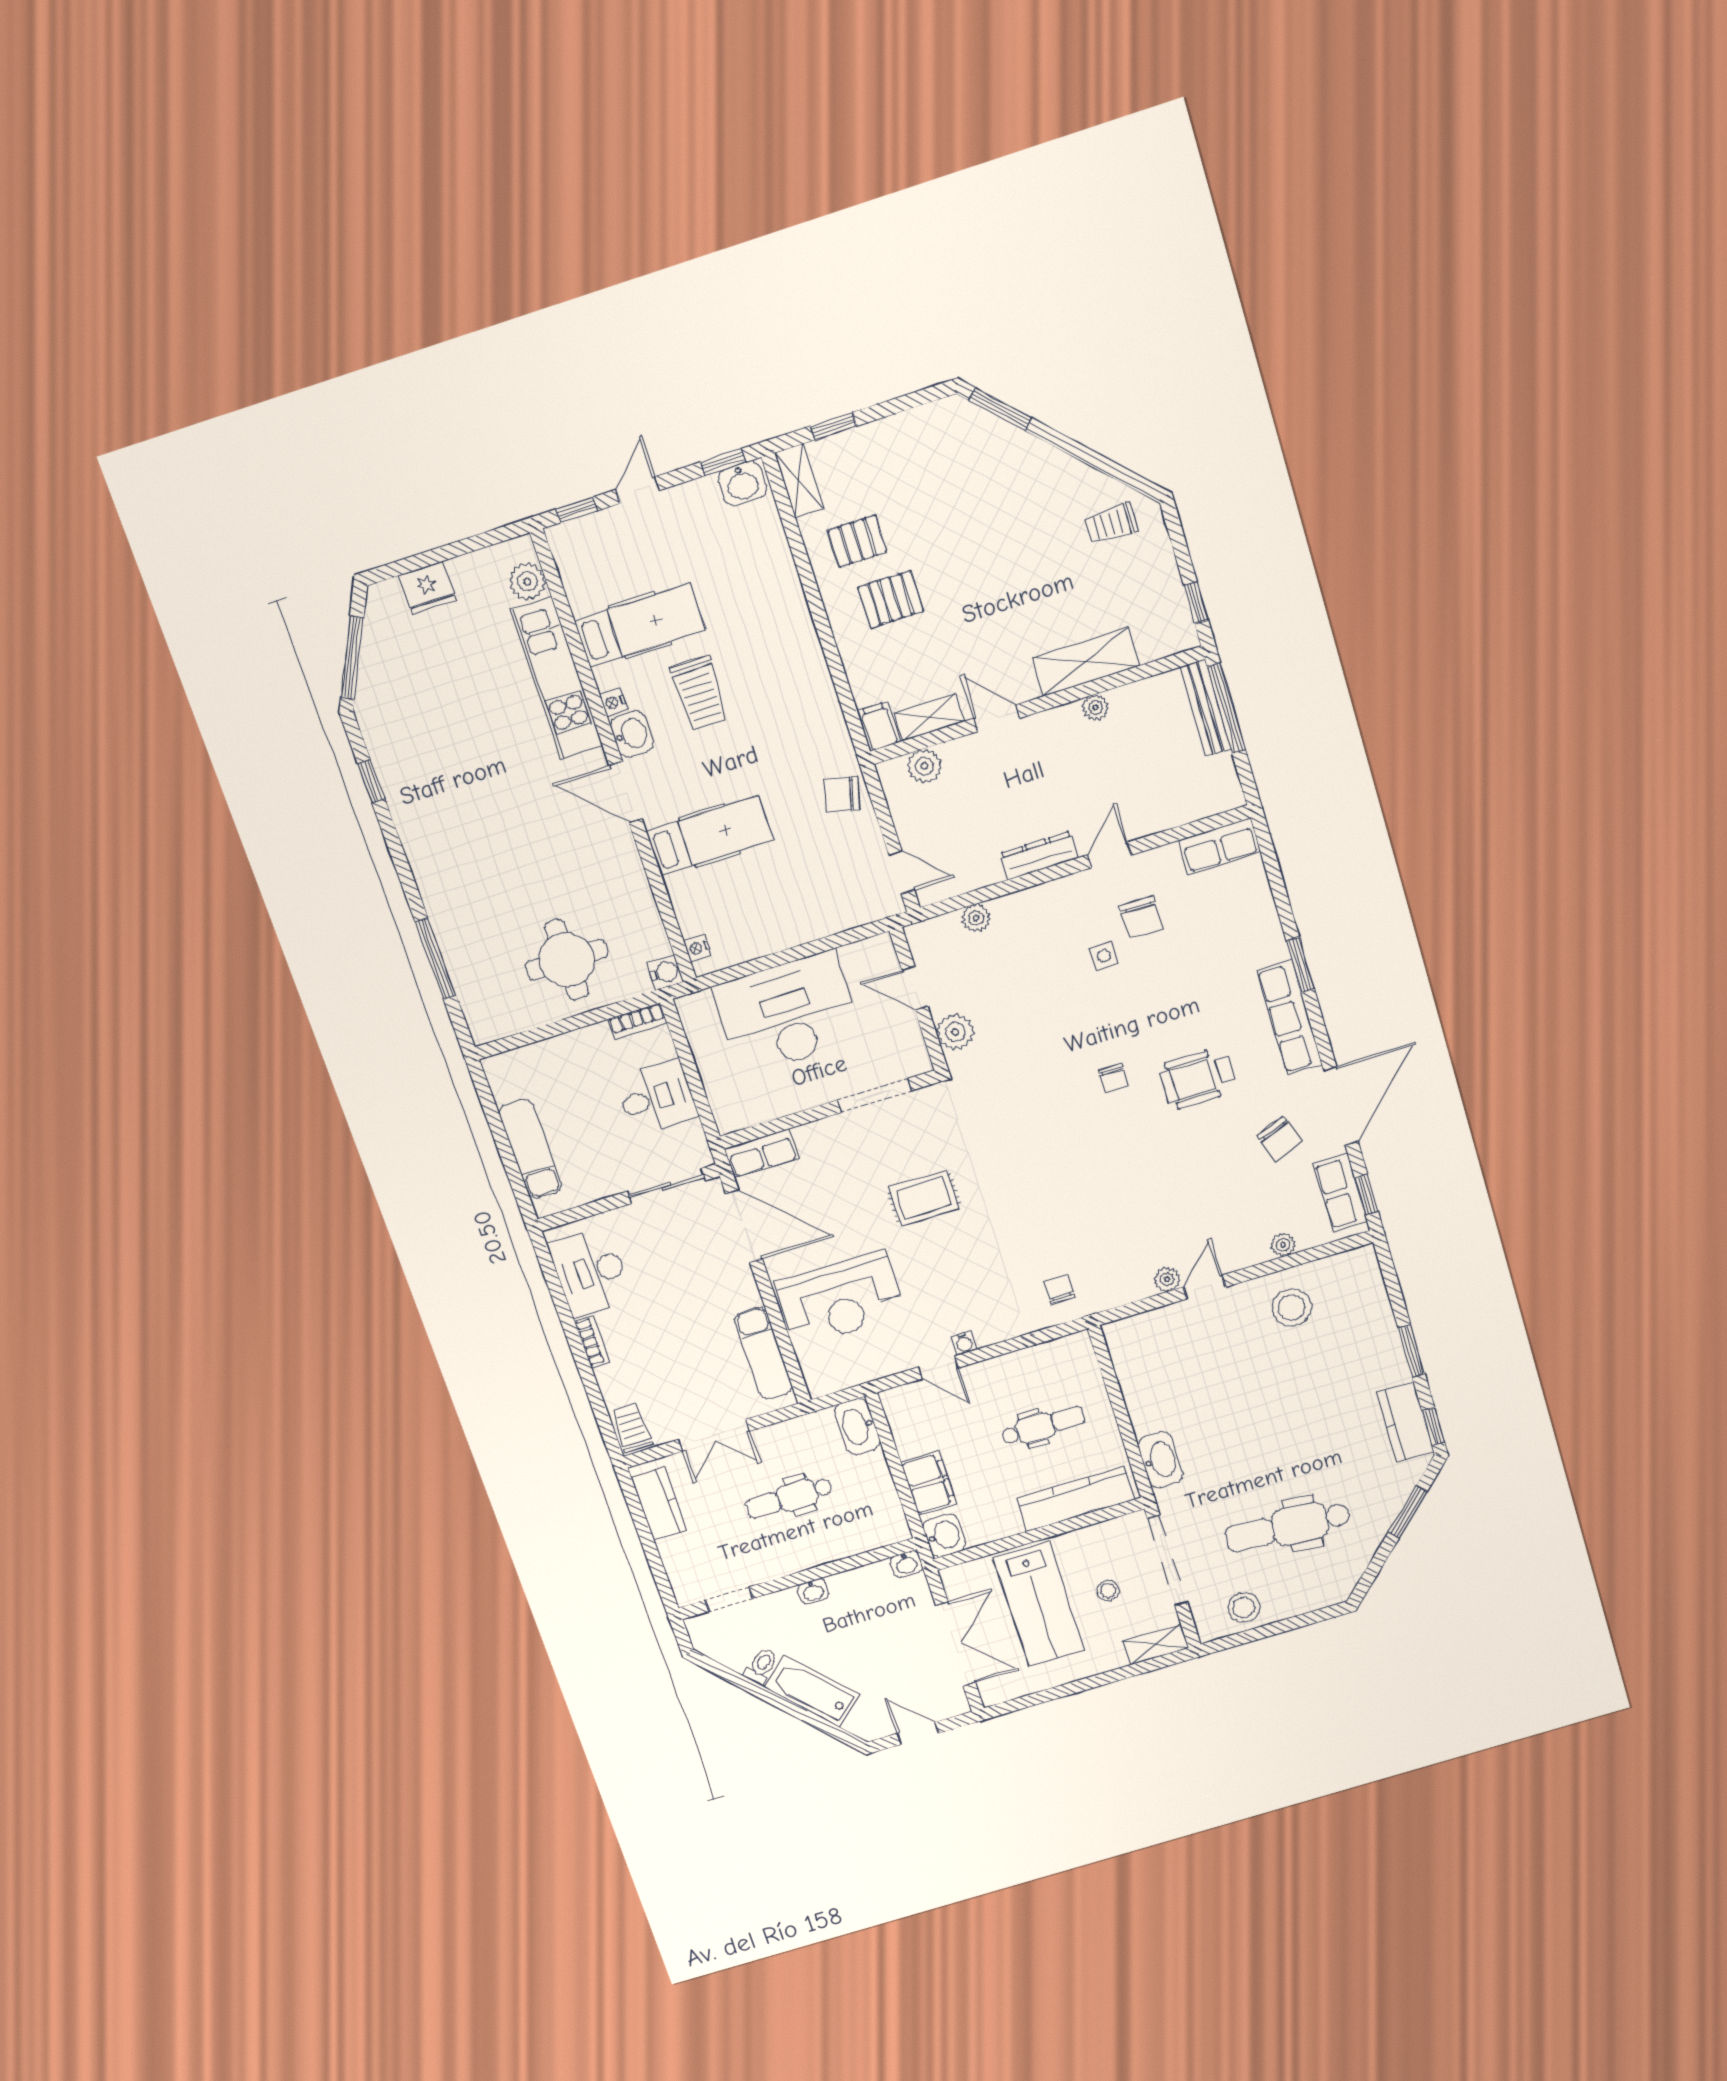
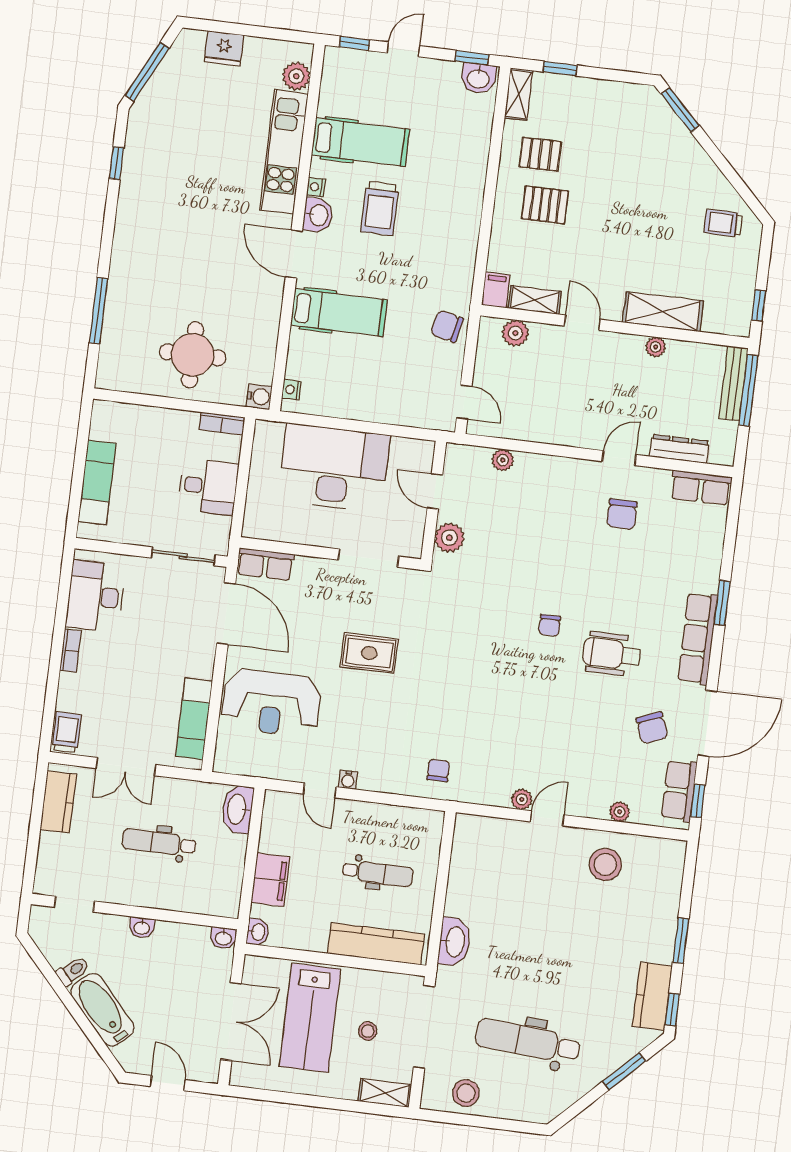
dresser: (1039, 855) -> (679, 449), moved
side table: (1104, 956) -> (583, 530), removed
washbasin: (944, 1535) -> (258, 932), width x0.72, depth x0.69

